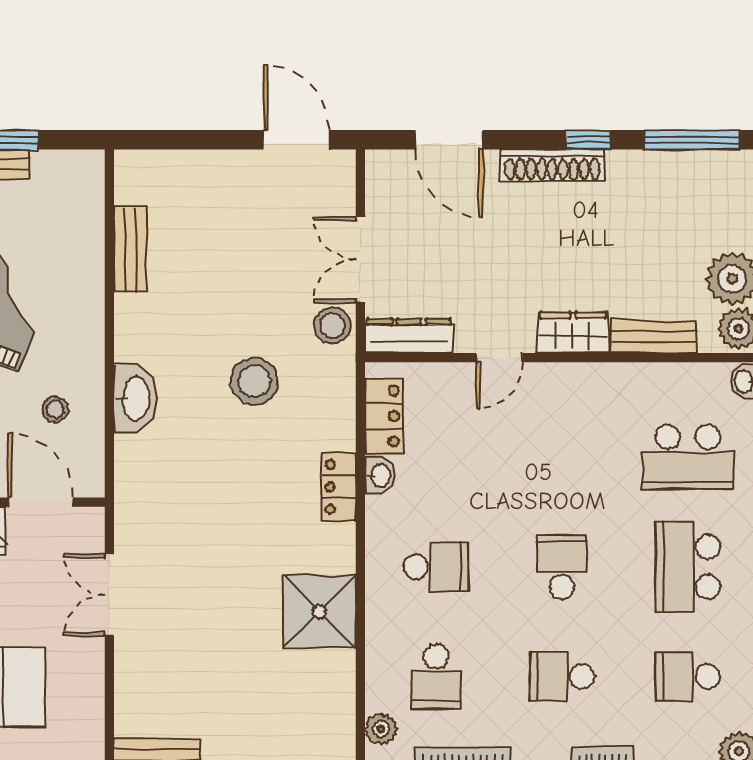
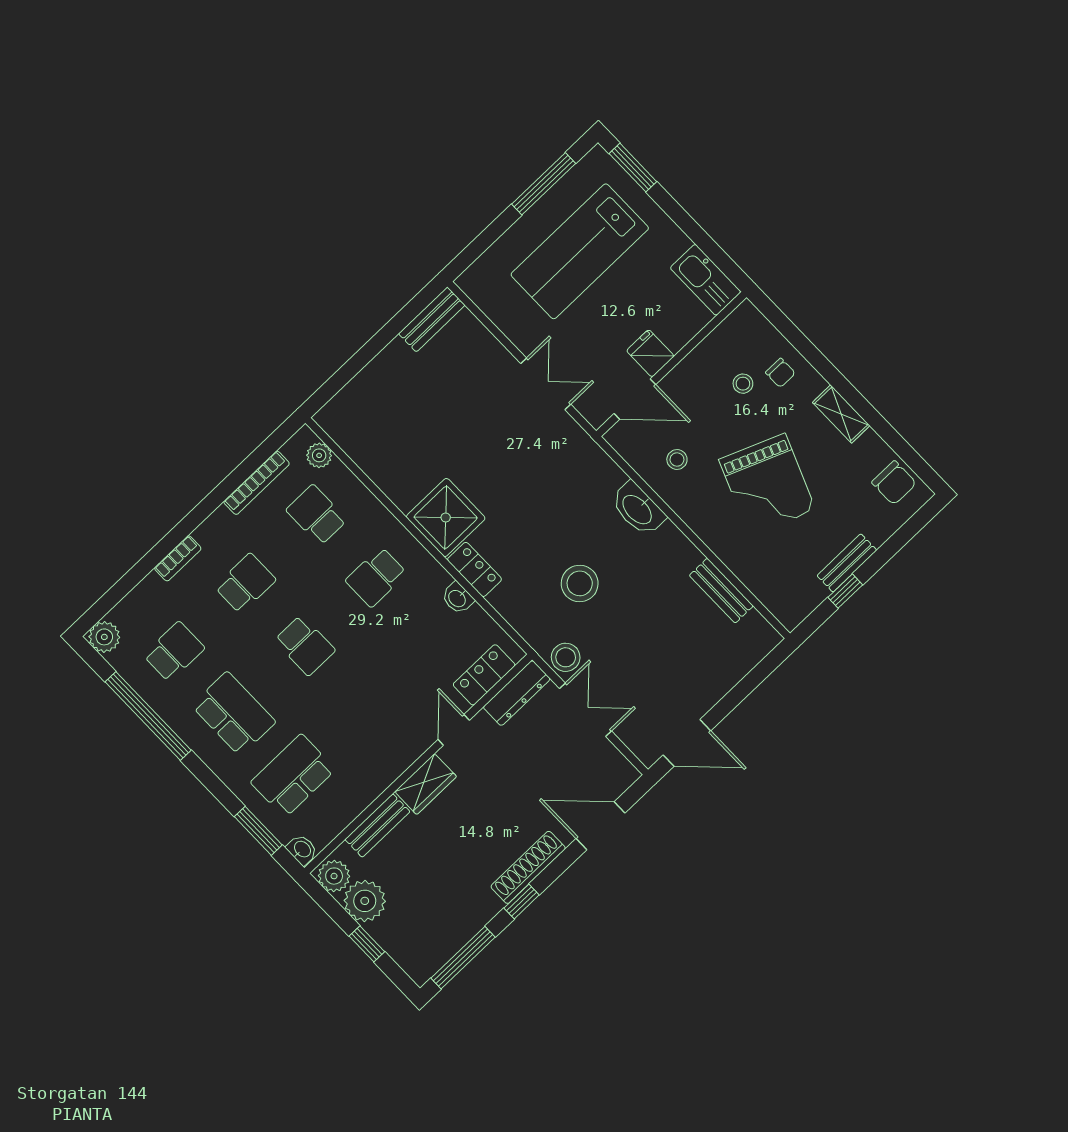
locker: (384, 416) -> (484, 675), moved, turned 90
shower: (319, 611) -> (446, 518), moved

